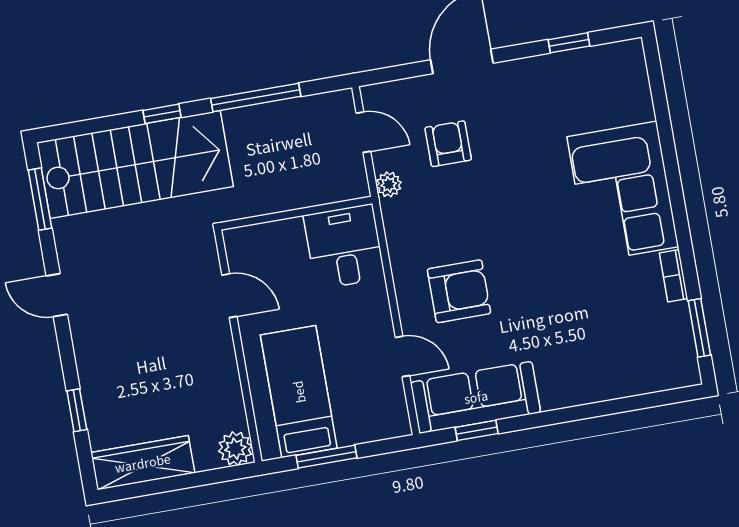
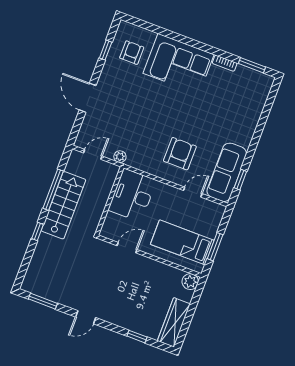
armchair: (448, 144) -> (132, 53), moved, turned 90
stairs: (135, 165) -> (63, 205), moved, width x0.73, depth x0.66
desk: (344, 247) -> (132, 195), width x1.37

